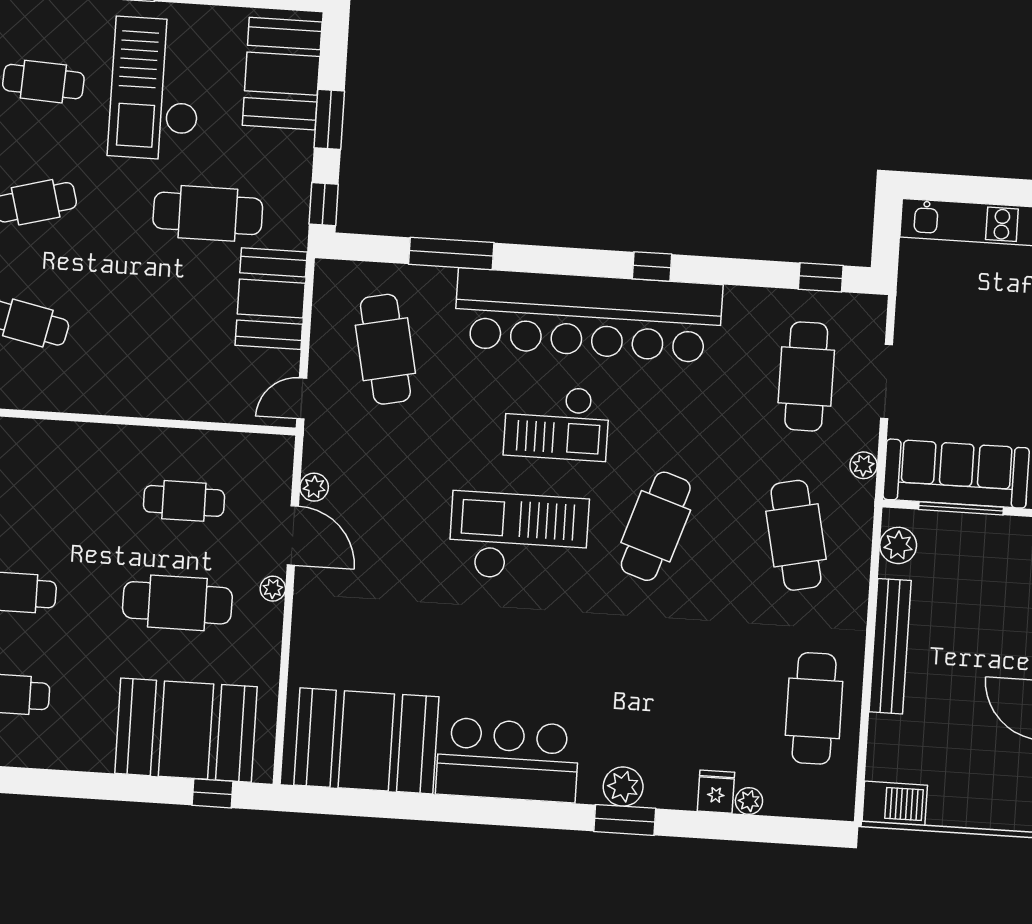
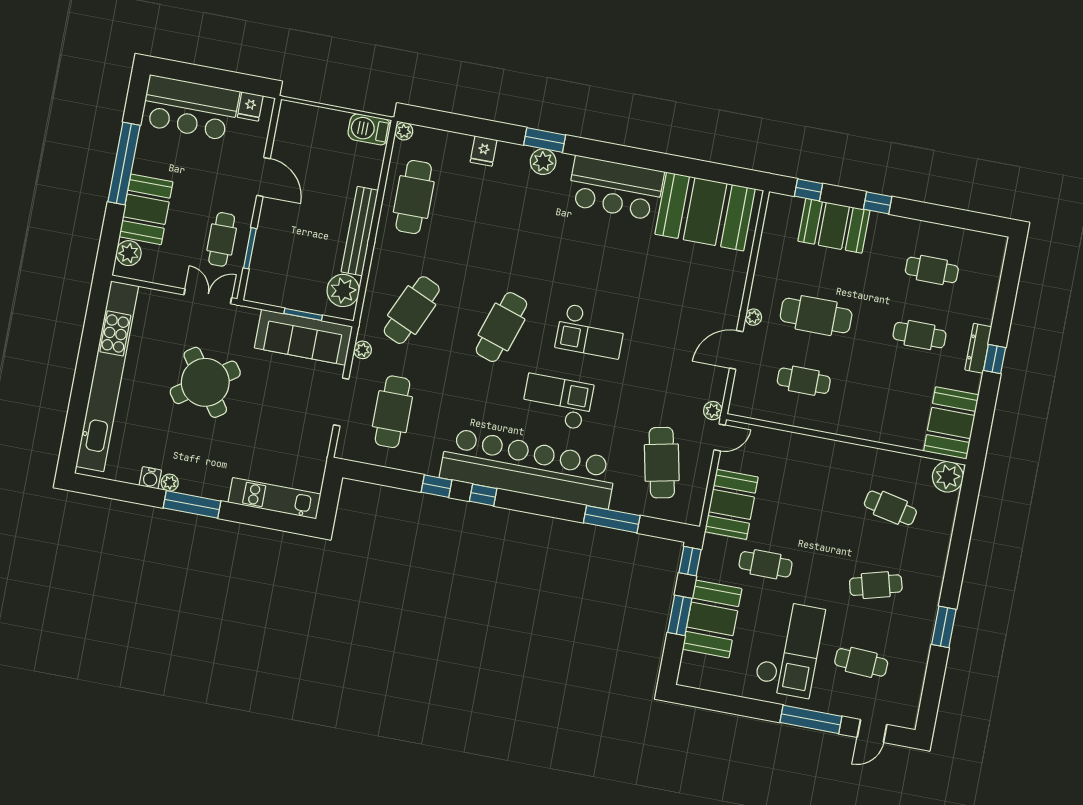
booth: (282, 74) -> (712, 619), moved
cafe table: (208, 213) -> (766, 564), width x0.73, depth x0.74
window: (821, 277) -> (436, 486), moved
plant: (314, 487) -> (713, 411), moved
window: (961, 508) -> (303, 314), width x0.69
door: (293, 535) -> (736, 350), hinge flipped
cafe table: (796, 535) -> (412, 310), turned 36
checkout: (519, 537) -> (591, 331), width x0.73, depth x0.83
plant: (898, 545) -> (343, 290), width x1.36, depth x1.36
booth: (186, 730) -> (834, 226), width x0.73, depth x0.70
window: (104, 786) -> (878, 203), added
plant: (749, 801) -> (404, 131), moved

